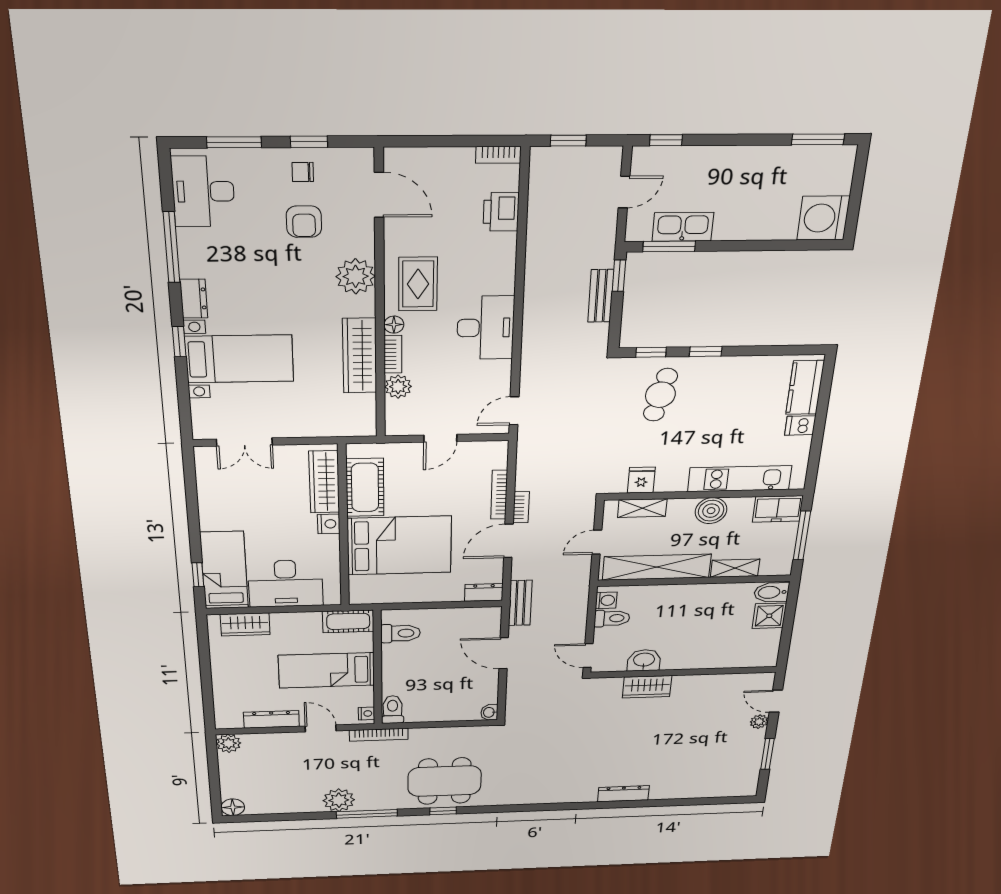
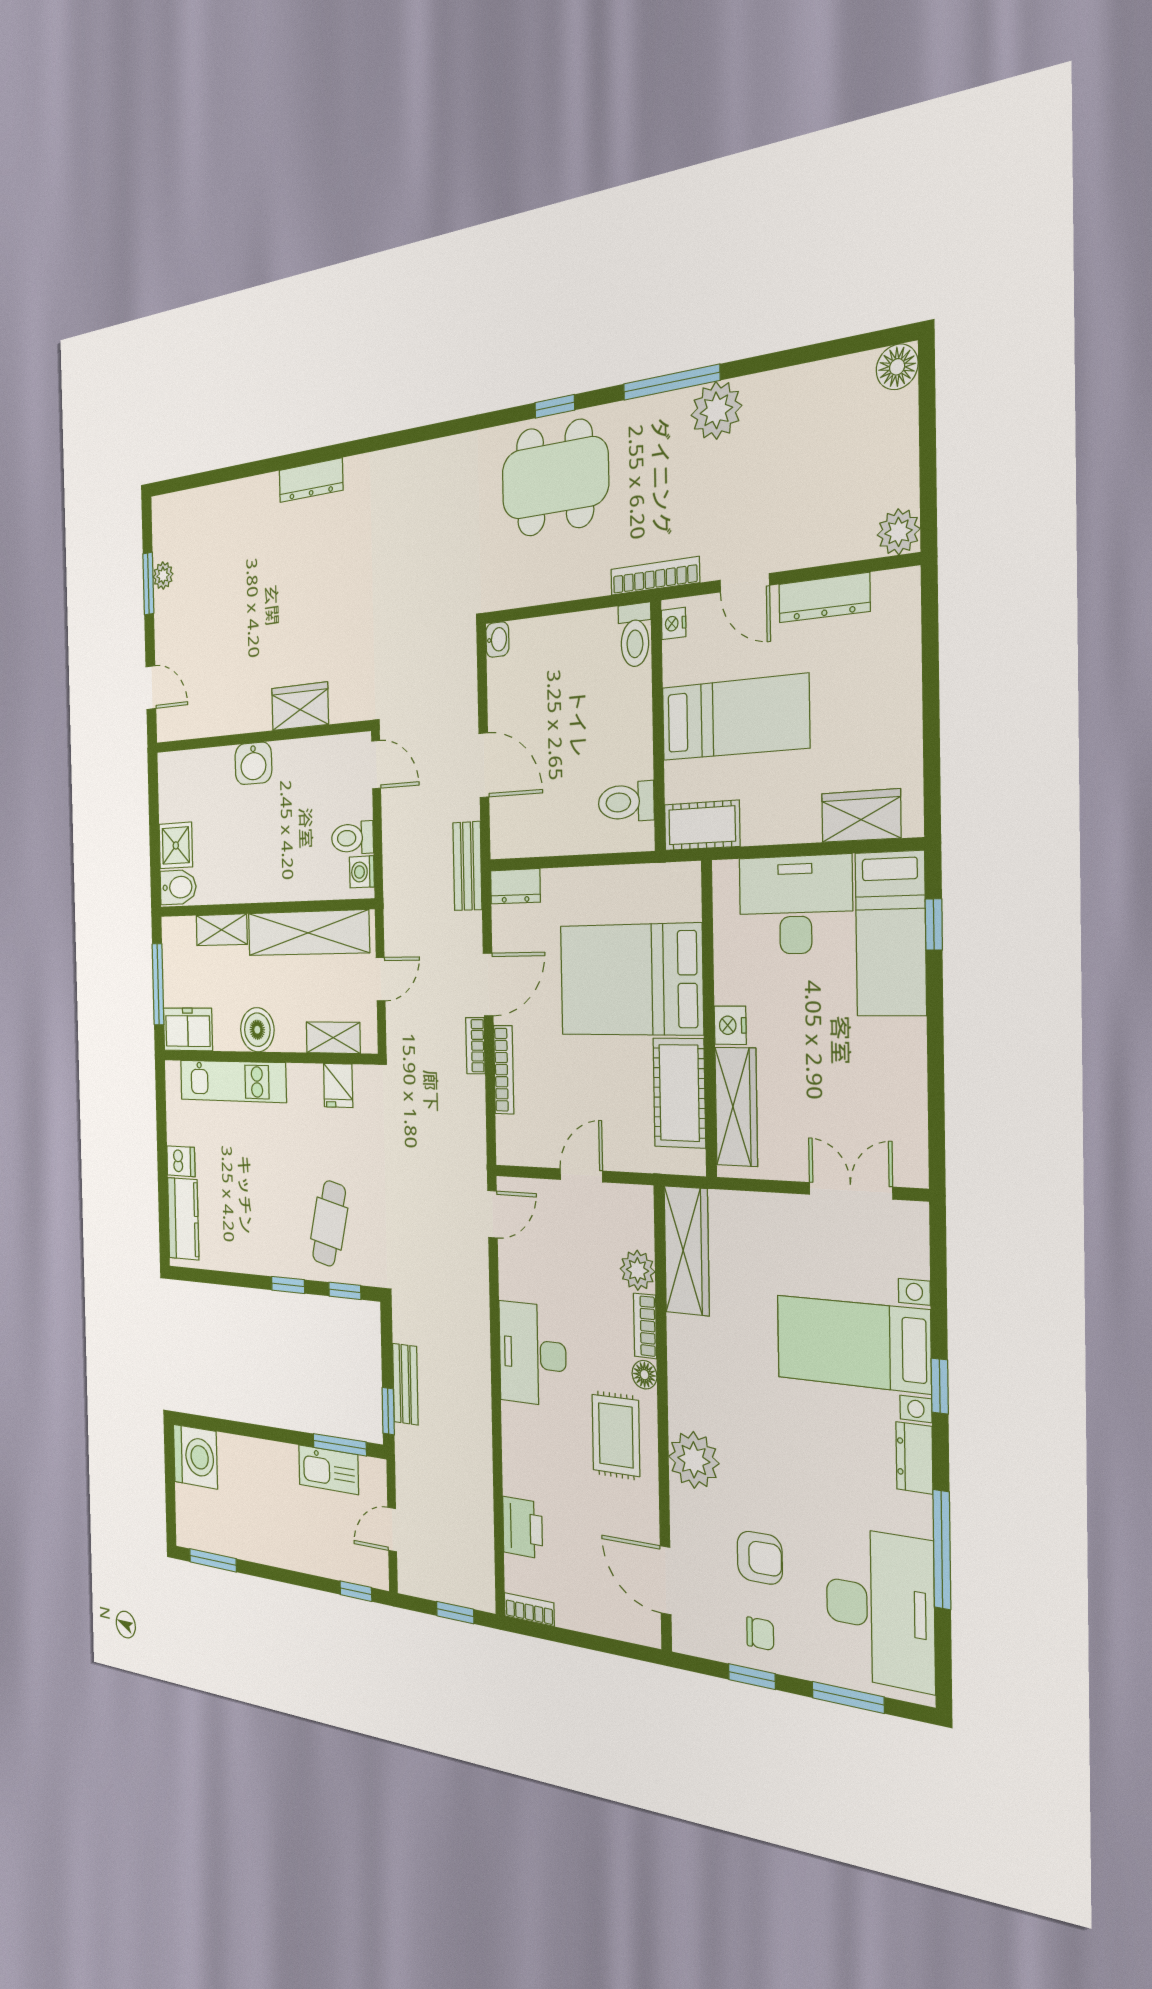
desk: (203, 191) -> (880, 1608), width x1.36, depth x1.30
armchair: (304, 222) -> (760, 1558), turned 90
wardrobe: (360, 356) -> (687, 1251), moved
washbasin: (644, 660) -> (253, 763), moved
plant: (759, 722) -> (163, 576), moved

